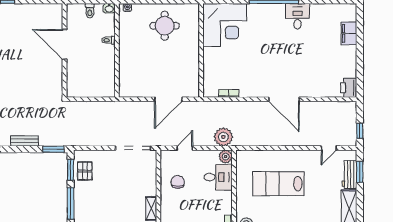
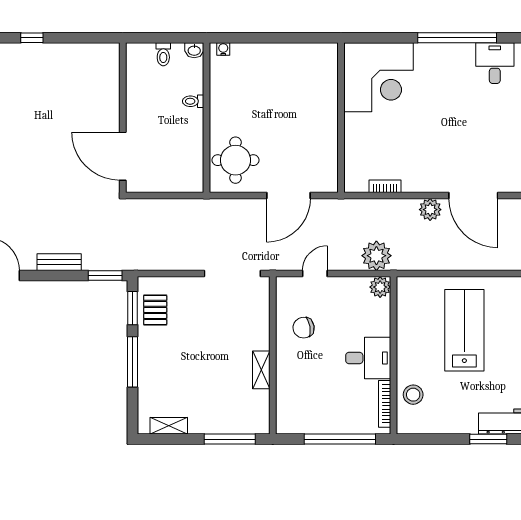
round table: (165, 26) -> (236, 160), moved
door: (64, 44) -> (123, 156), moved
plant: (257, 108) -> (430, 210), added
desk: (218, 177) -> (368, 358), moved
chair: (178, 182) -> (304, 328), turned -100
lab bench: (278, 184) -> (464, 330), turned 90

